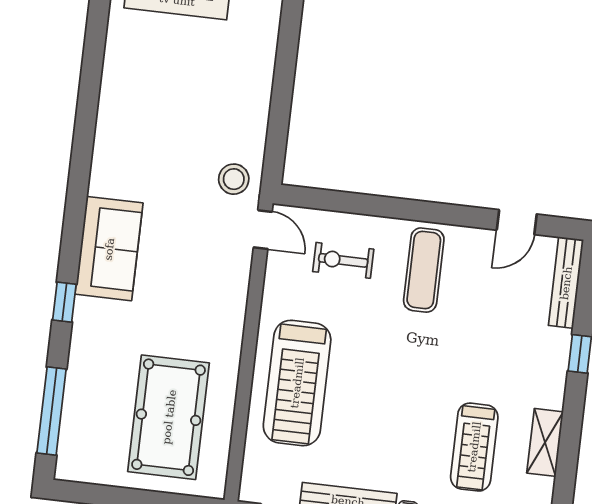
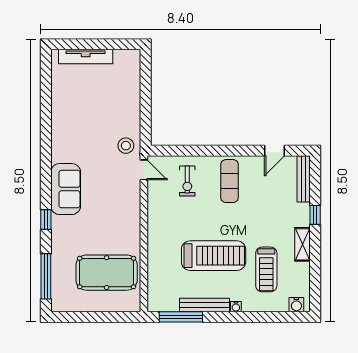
exercise bike: (343, 260) -> (187, 181), turned -90
treadmill: (297, 383) -> (214, 256), moved, turned -90
pool table: (169, 417) -> (107, 273), turned 90
shelving: (545, 442) -> (303, 244), moved

